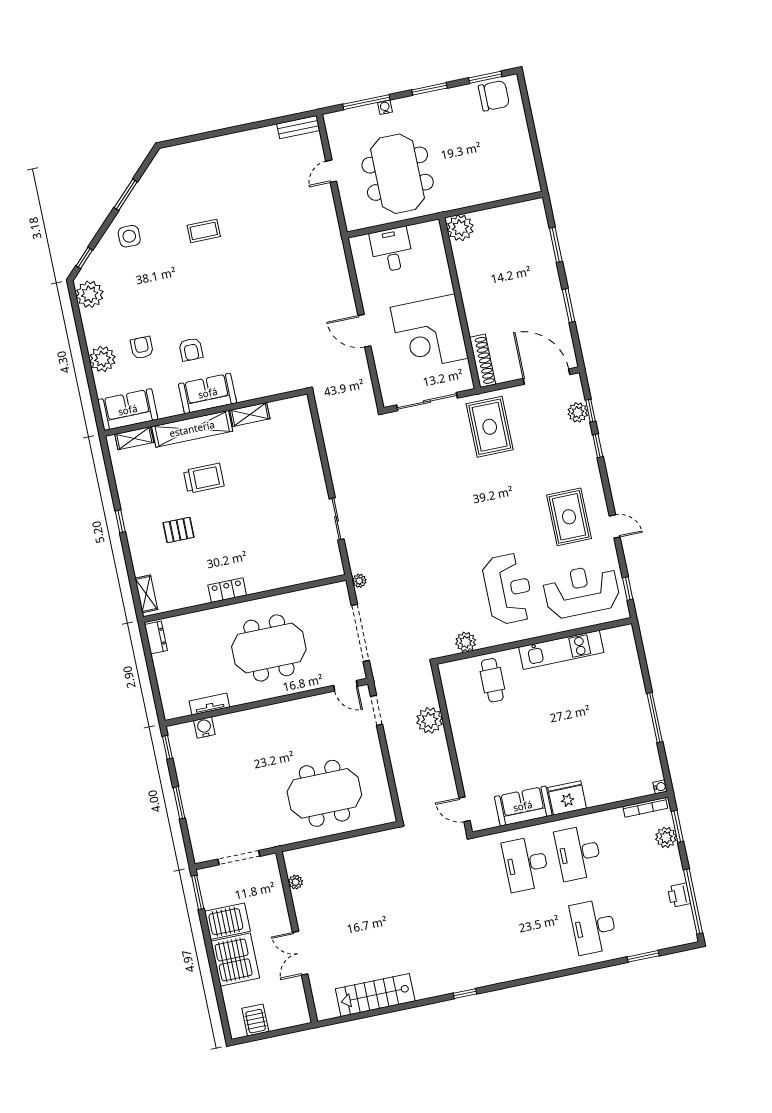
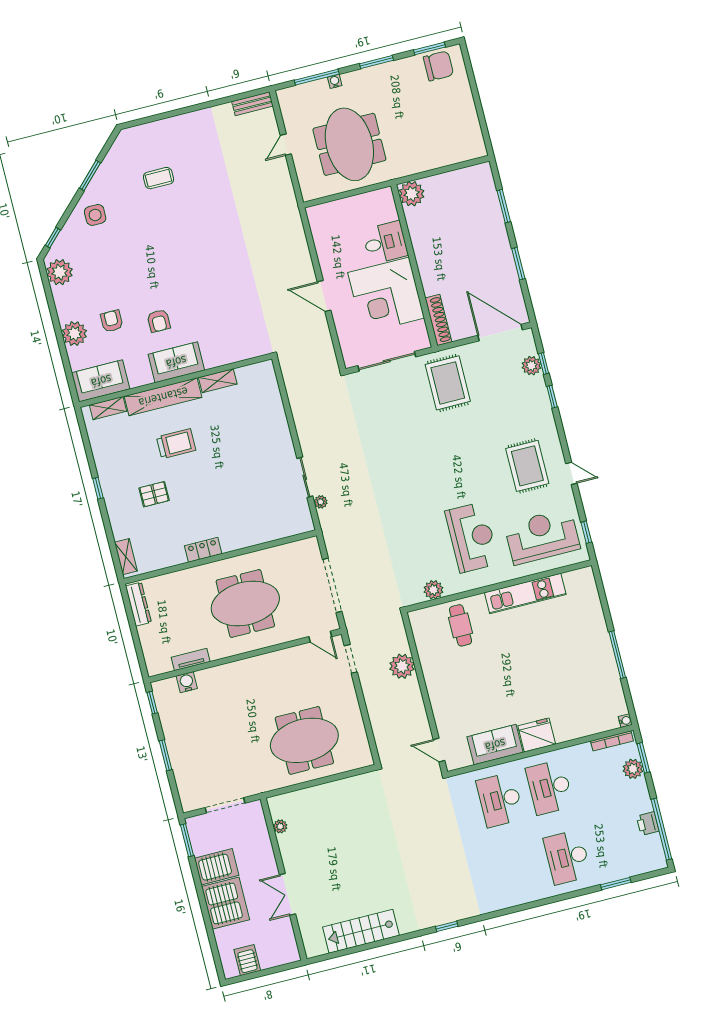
coffee table: (204, 231) -> (158, 178), moved
desk: (392, 250) -> (385, 243), moved, turned 90
plant: (359, 581) -> (321, 502), moved
dresser: (156, 637) -> (138, 604), width x1.44

